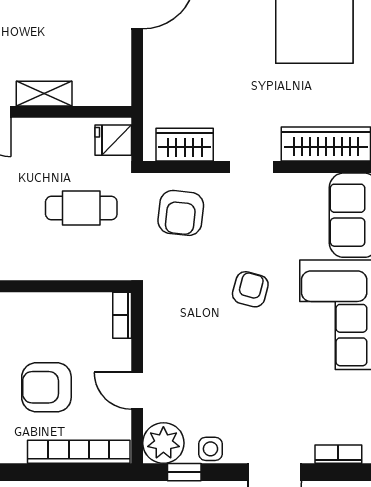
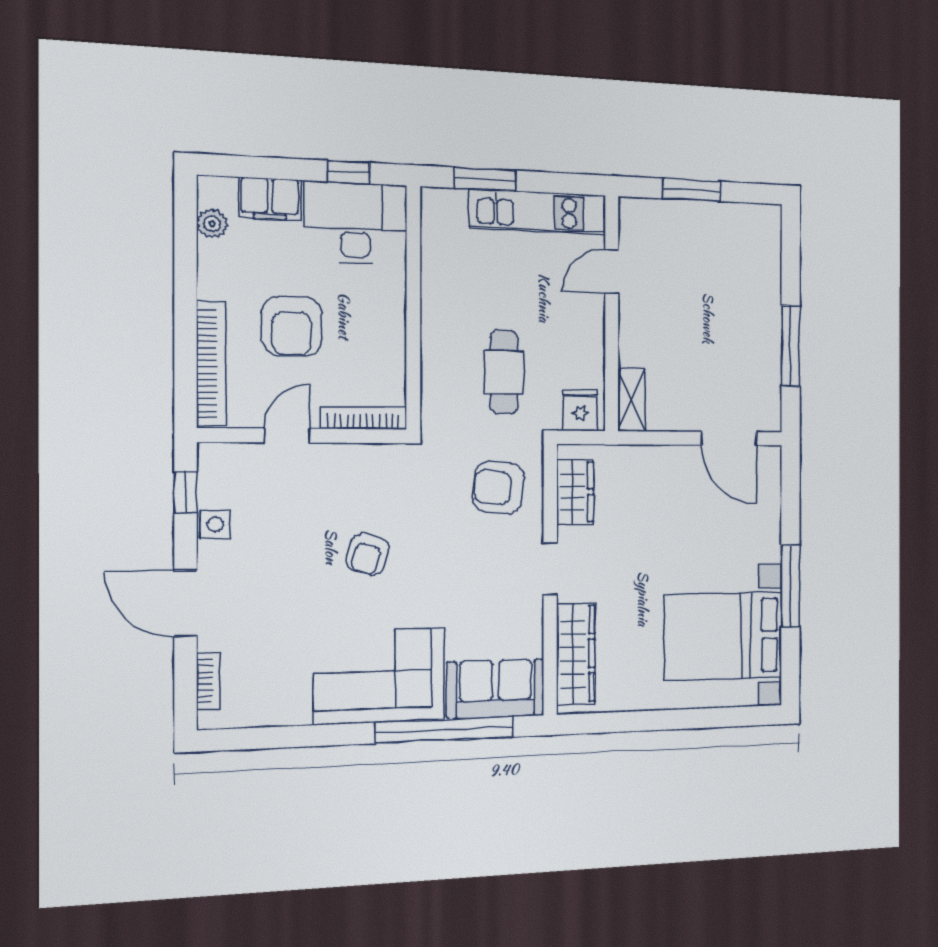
shelving: (44, 94) -> (632, 400), moved
armchair: (250, 289) -> (367, 554), moved, turned 91
bookcase: (122, 315) -> (363, 418), width x1.56
armchair: (46, 387) -> (292, 326), turned 180
plant: (163, 443) -> (222, 467), removed

